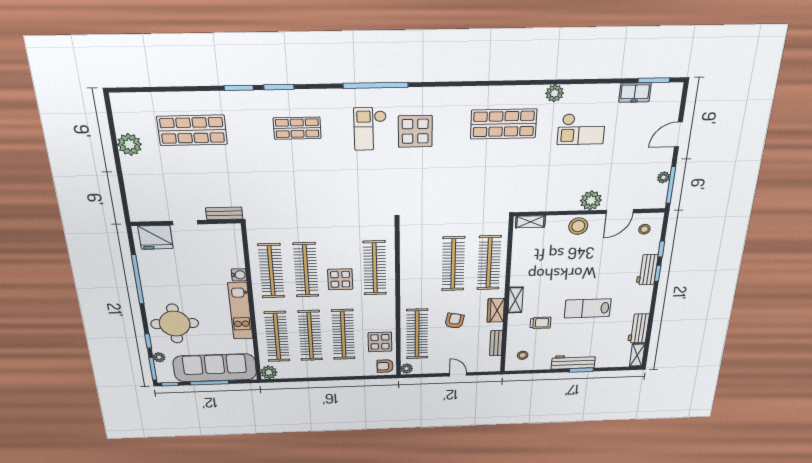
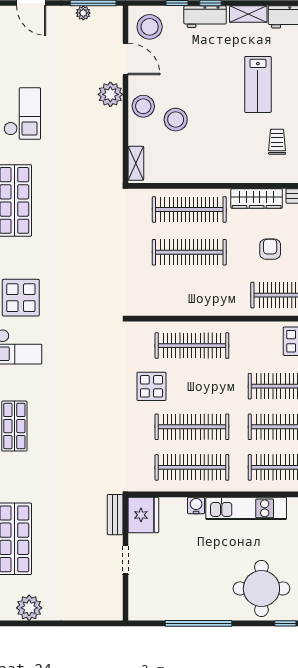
stool: (644, 229) -> (150, 27), width x1.89, depth x1.89
fridge: (156, 237) -> (143, 515), moved
stool: (565, 251) -> (176, 120), added
display table: (340, 279) -> (151, 386), moved
shelving: (516, 300) -> (248, 14), moved
wardrobe: (496, 310) -> (257, 199), width x1.50
armchair: (454, 321) -> (270, 249), turned 78

